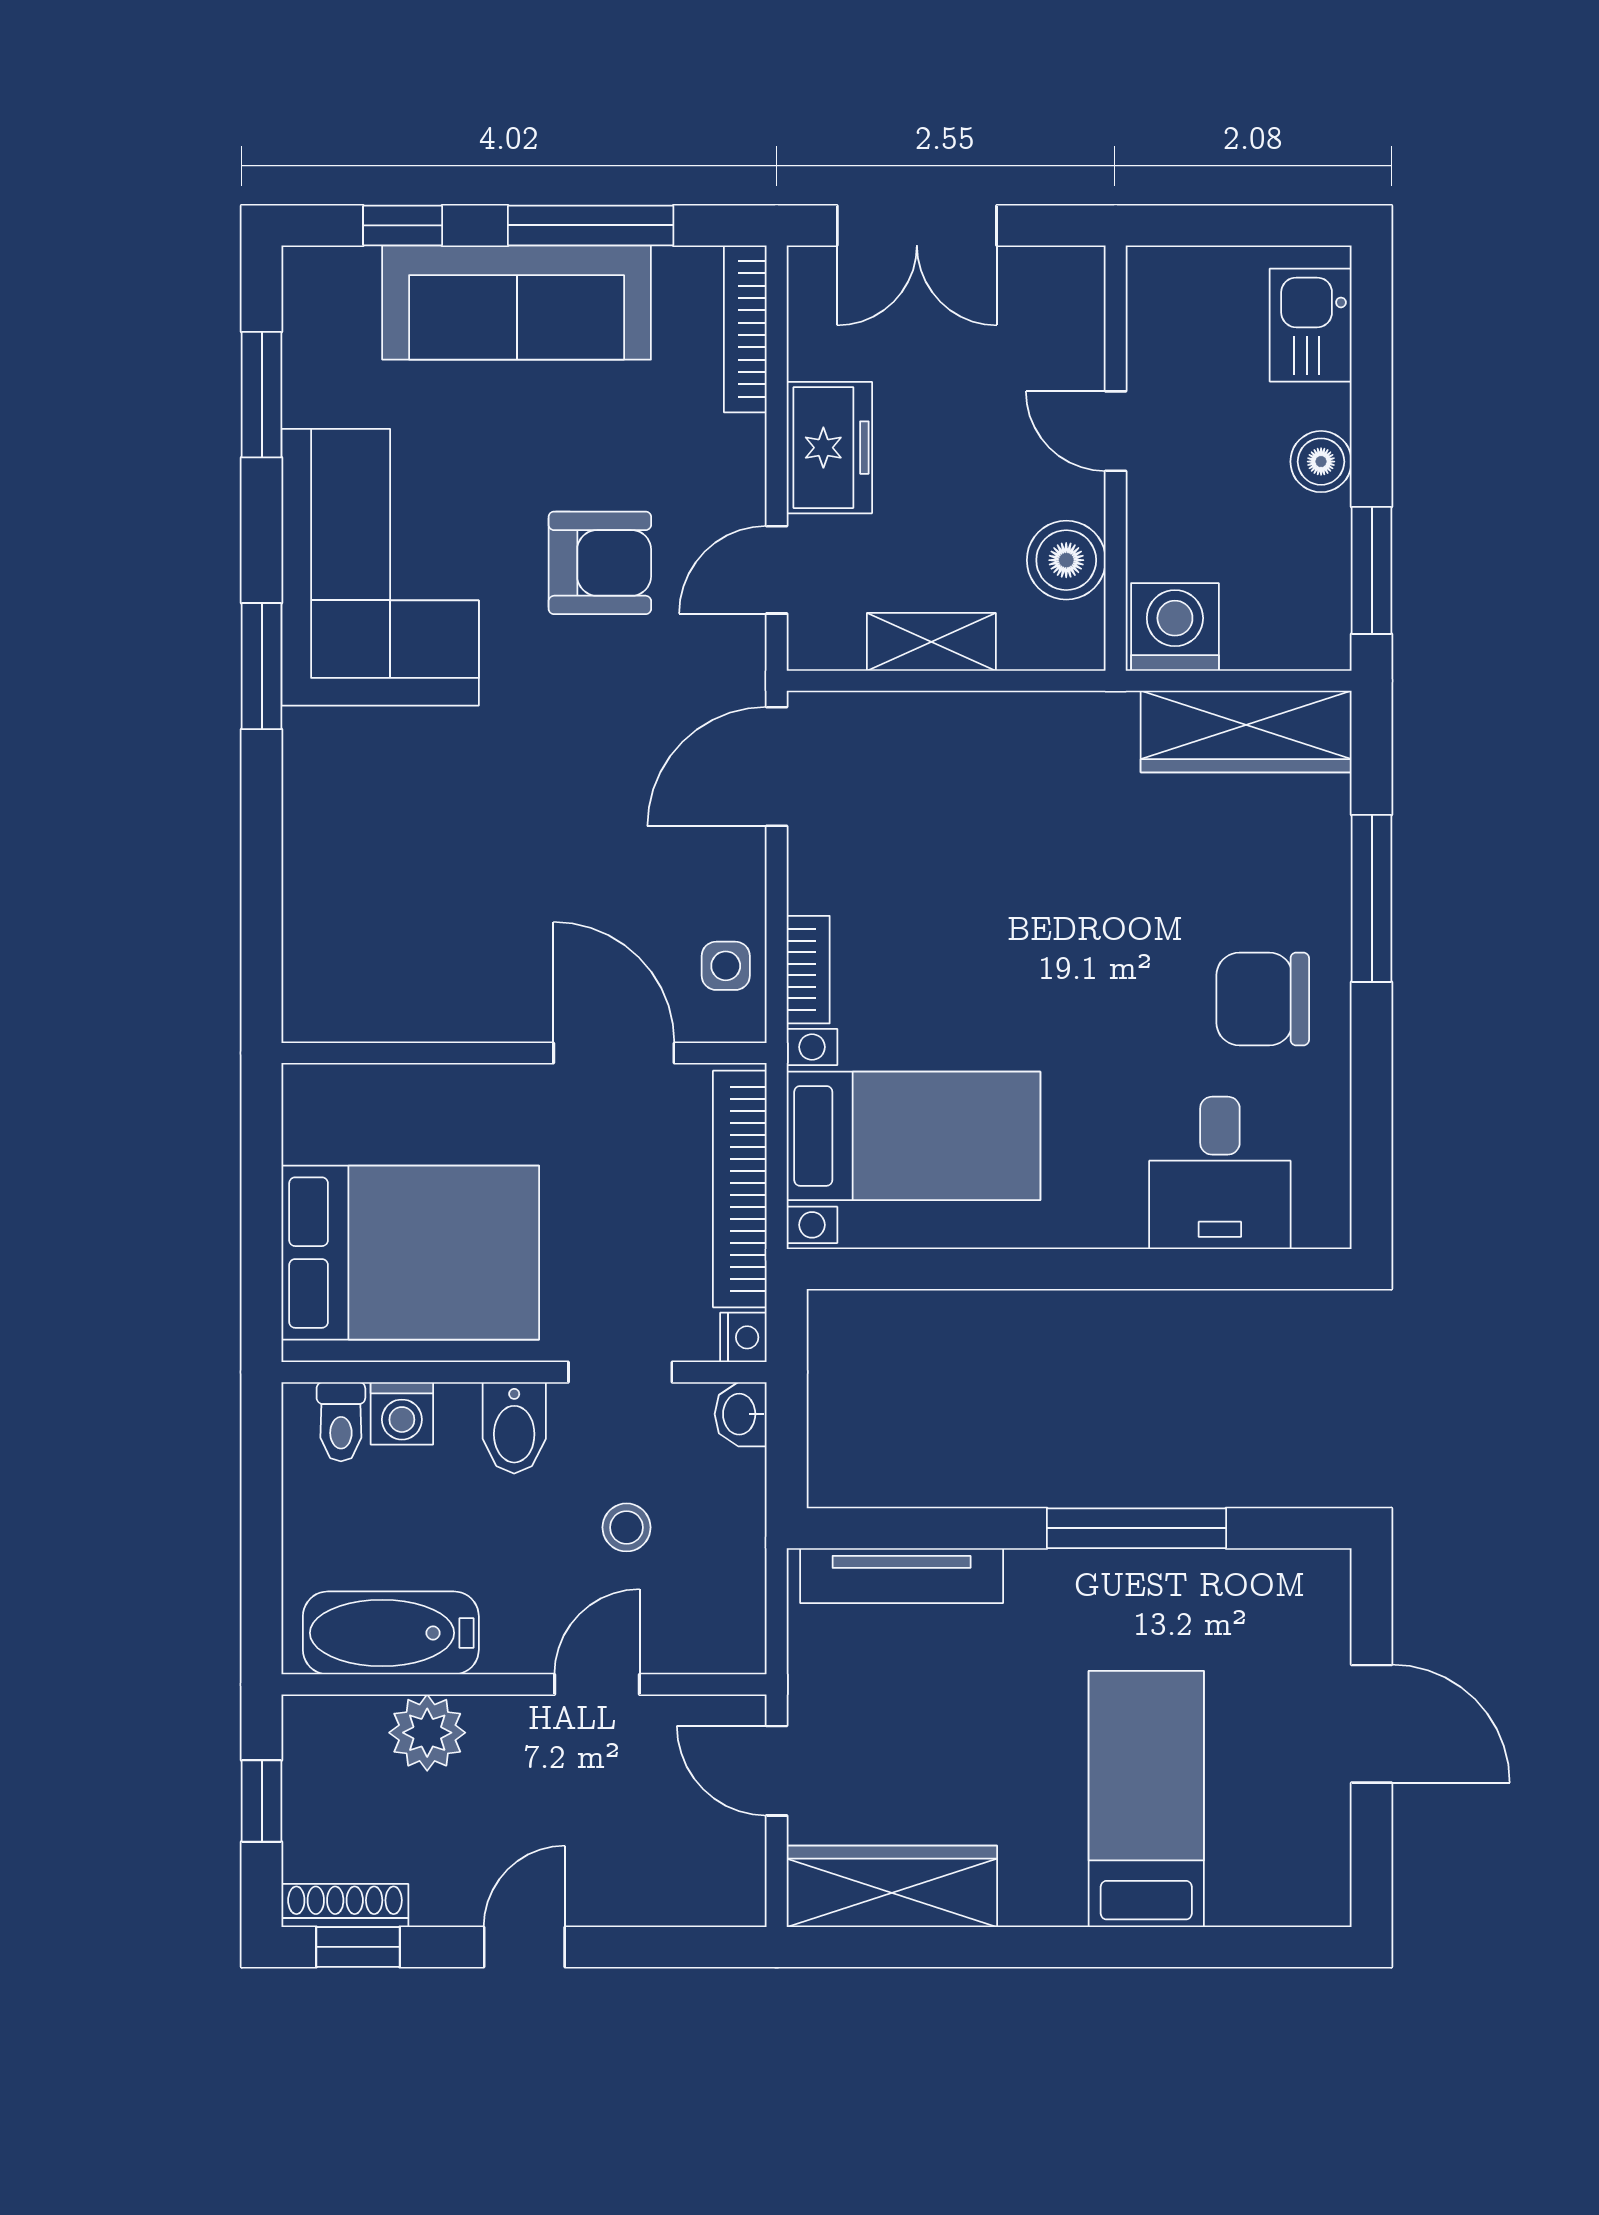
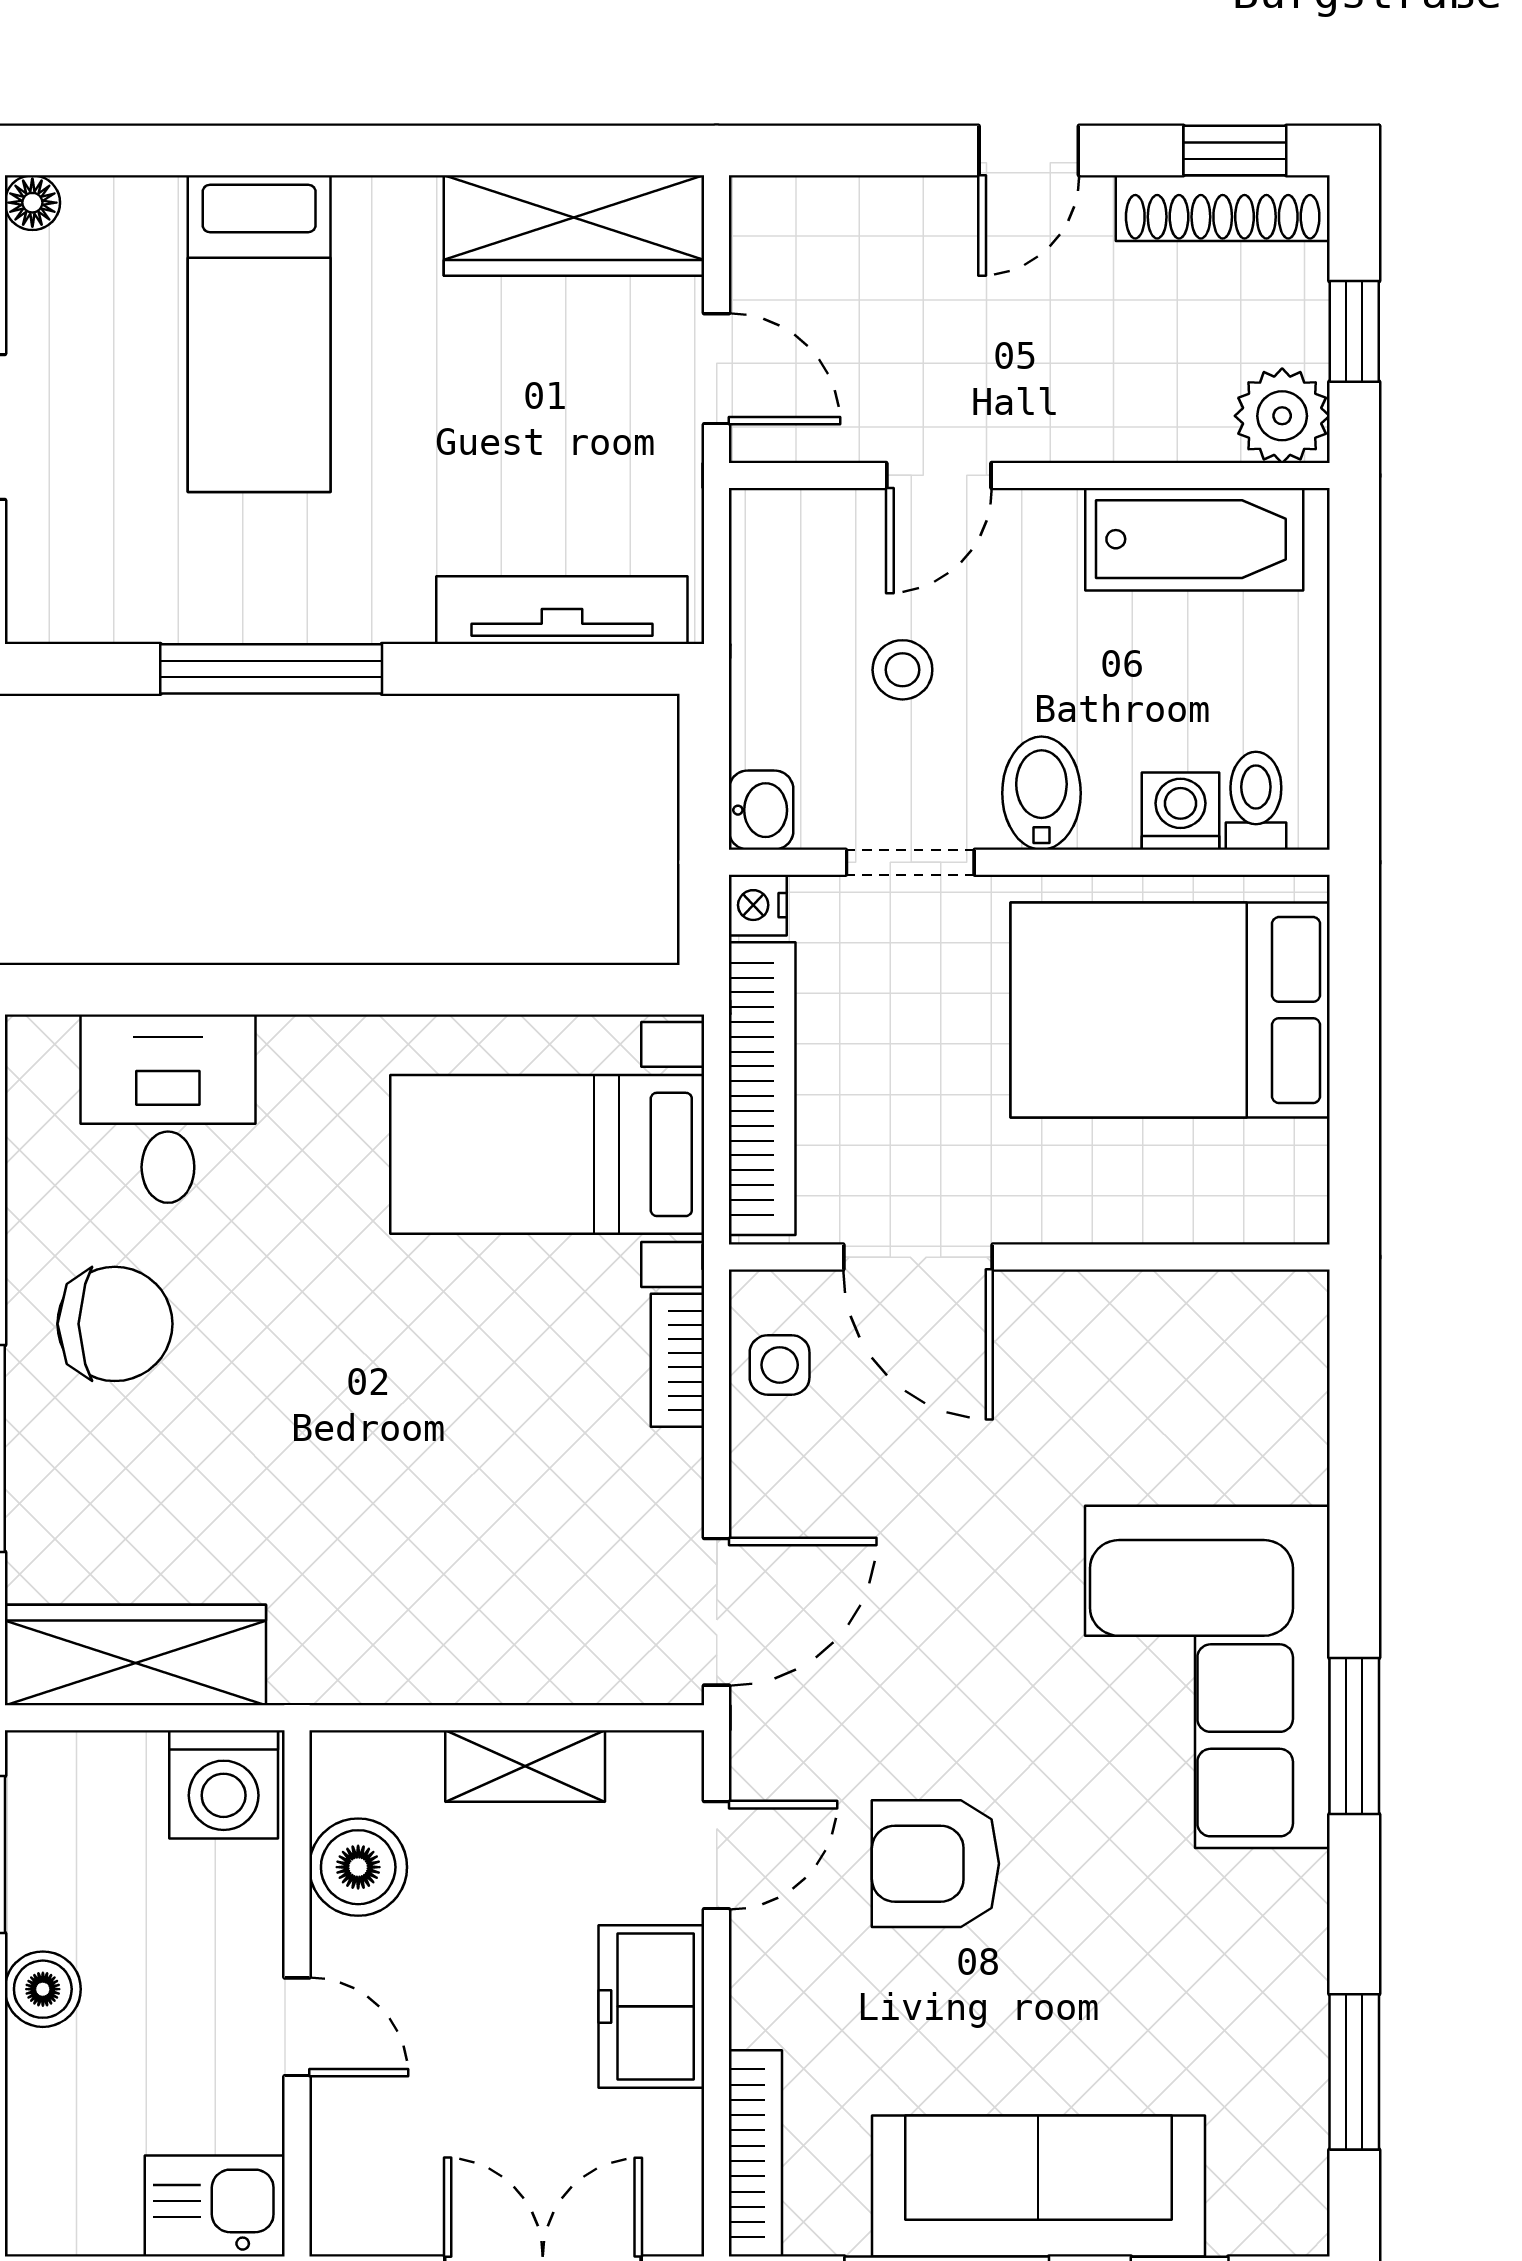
kitchen sink: (1311, 325) -> (215, 2206), moved, turned -90
corner sofa: (380, 567) -> (1207, 1677), moved
plant: (427, 1733) -> (1282, 416), moved
shoe rack: (345, 1905) -> (1223, 208), width x1.36, depth x1.24
floor lamp: (1329, 1905) -> (32, 203), added

